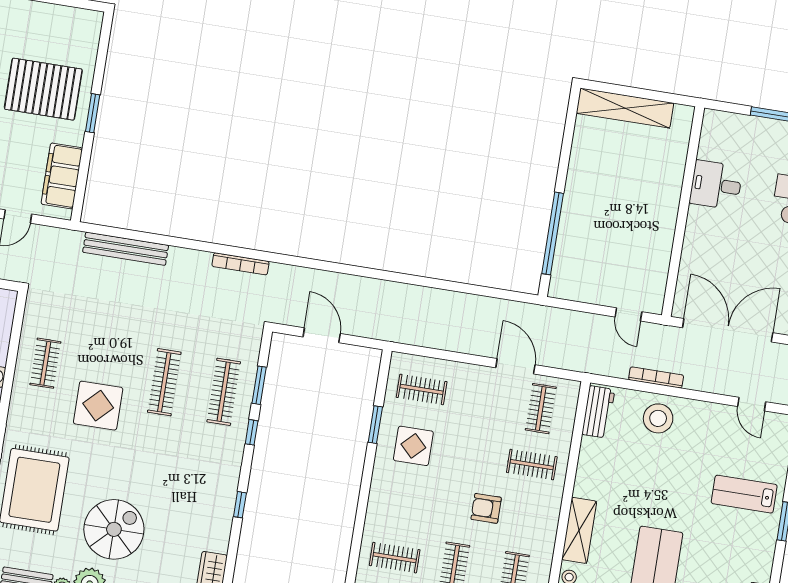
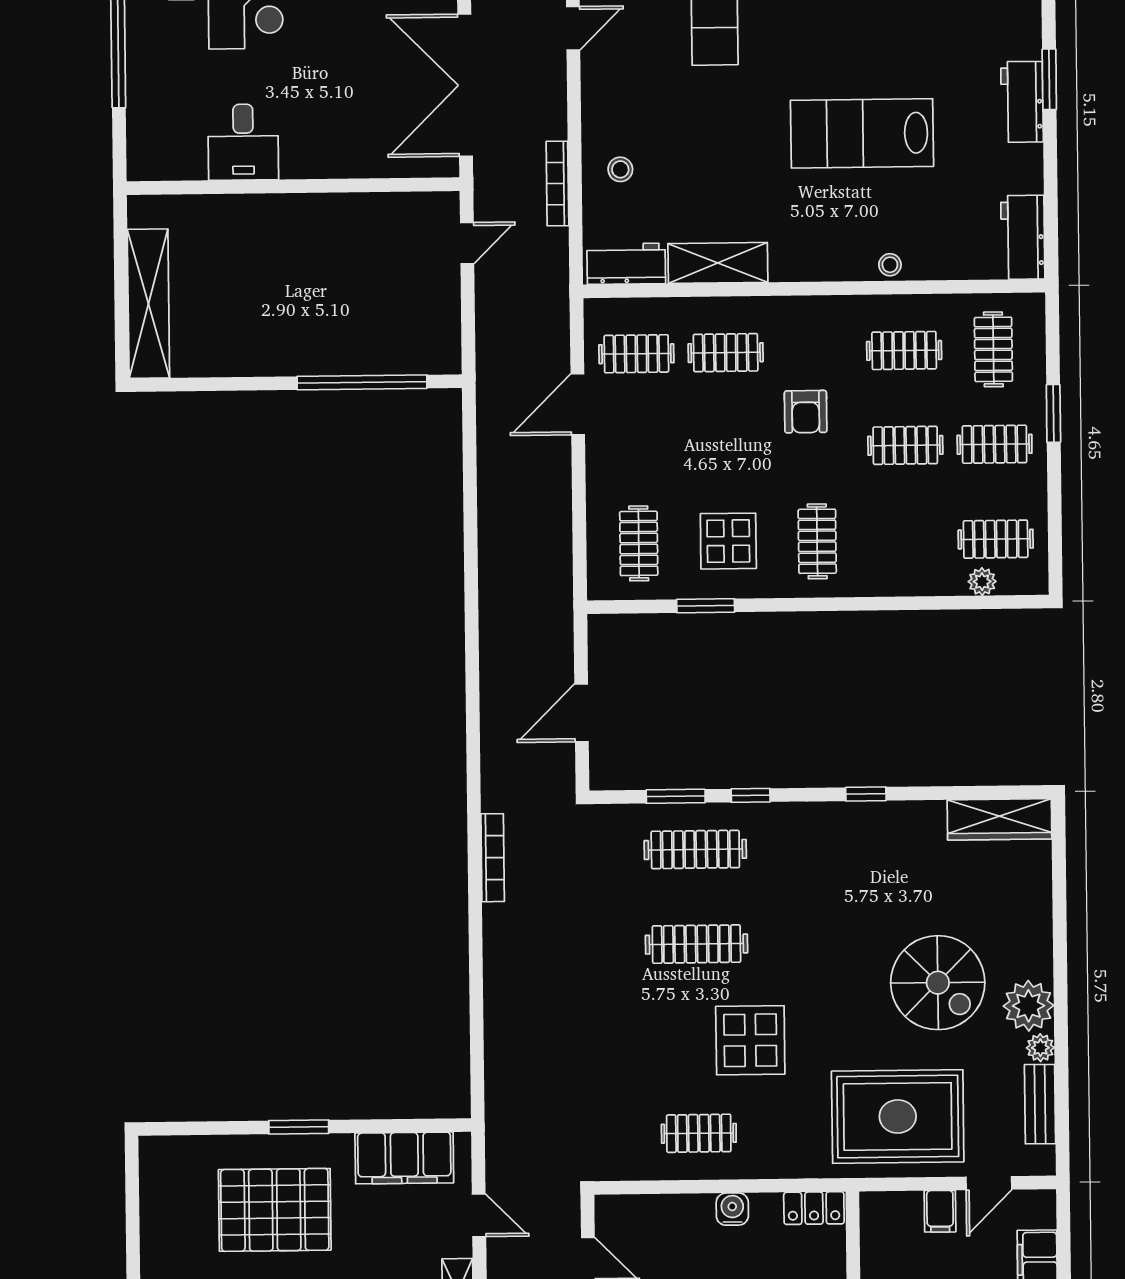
pallet: (43, 89) -> (275, 1210), turned 90
bench: (126, 249) -> (500, 1040), removed
stool: (658, 418) -> (620, 169), width x0.53, depth x0.53
clothes rail: (532, 465) -> (726, 353), turned 90
spiral stairs: (114, 529) -> (938, 983), turned 180
shelving: (579, 530) -> (718, 263), moved
clothes rail: (395, 558) -> (817, 541), moved

